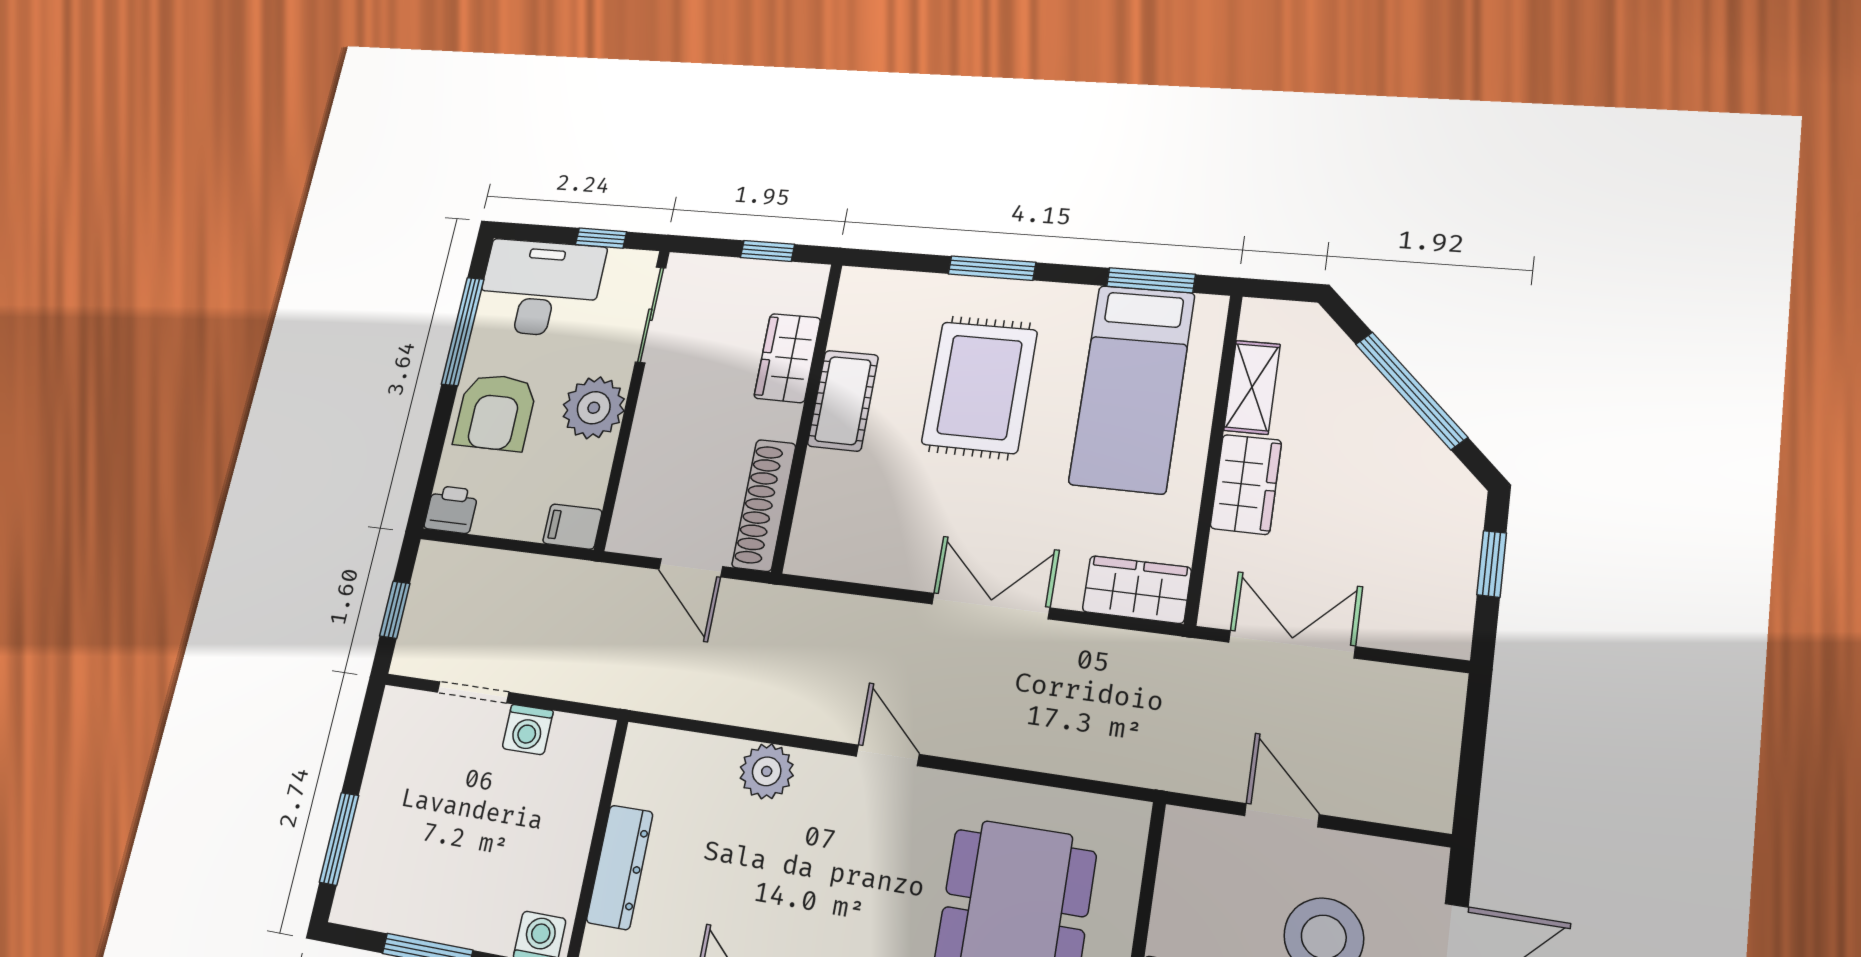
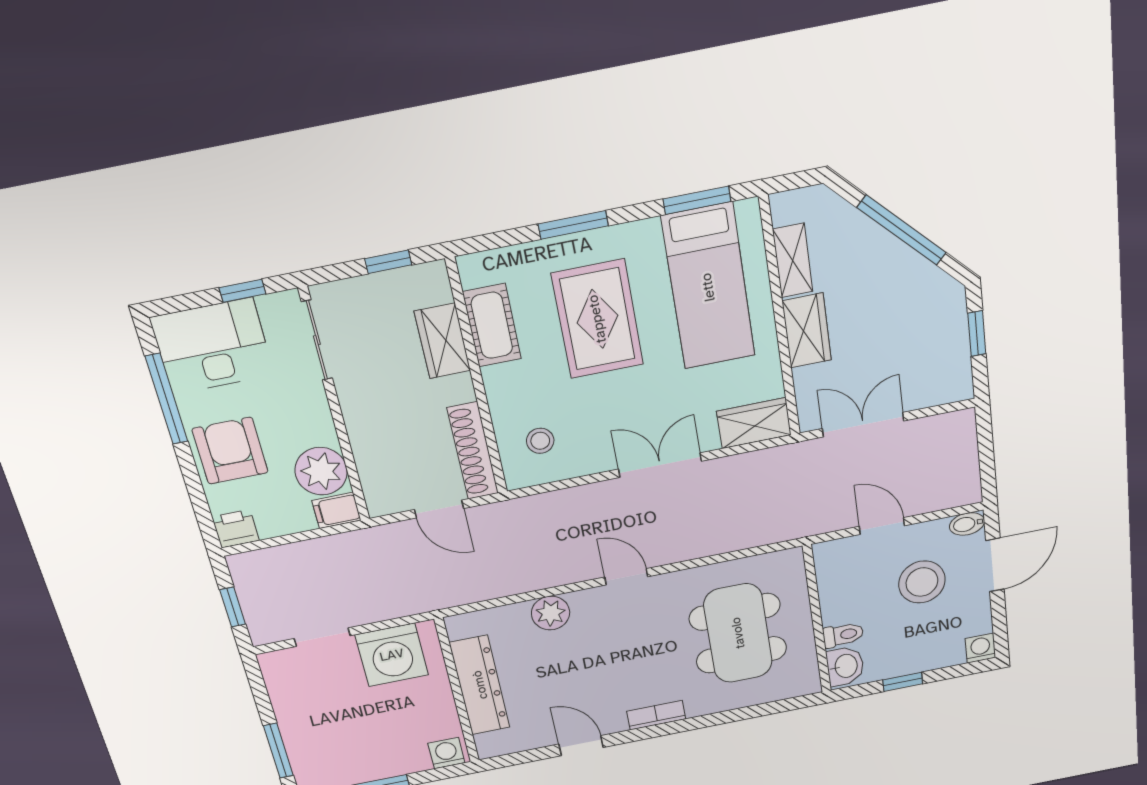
cot: (843, 401) -> (492, 325), moved
plant: (594, 408) -> (321, 471), moved
armchair: (495, 412) -> (230, 451), turned 180
stool: (850, 520) -> (540, 441), added
washing machine: (528, 730) -> (392, 655), width x1.89, depth x1.89
bidet: (1419, 862) -> (967, 524), added
dresser: (620, 867) -> (480, 685), width x1.37, depth x1.24

